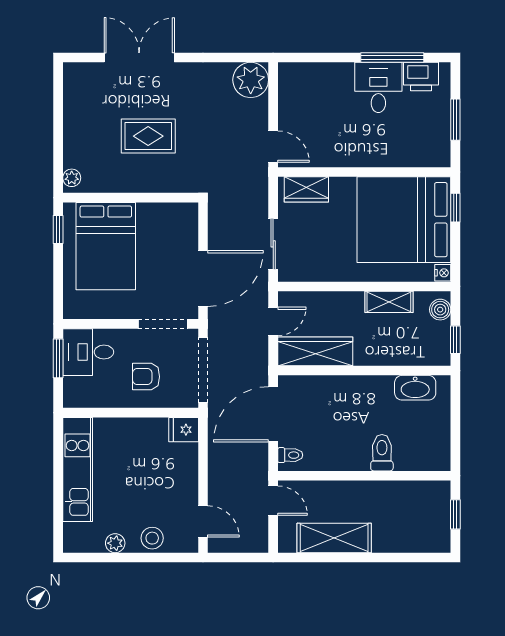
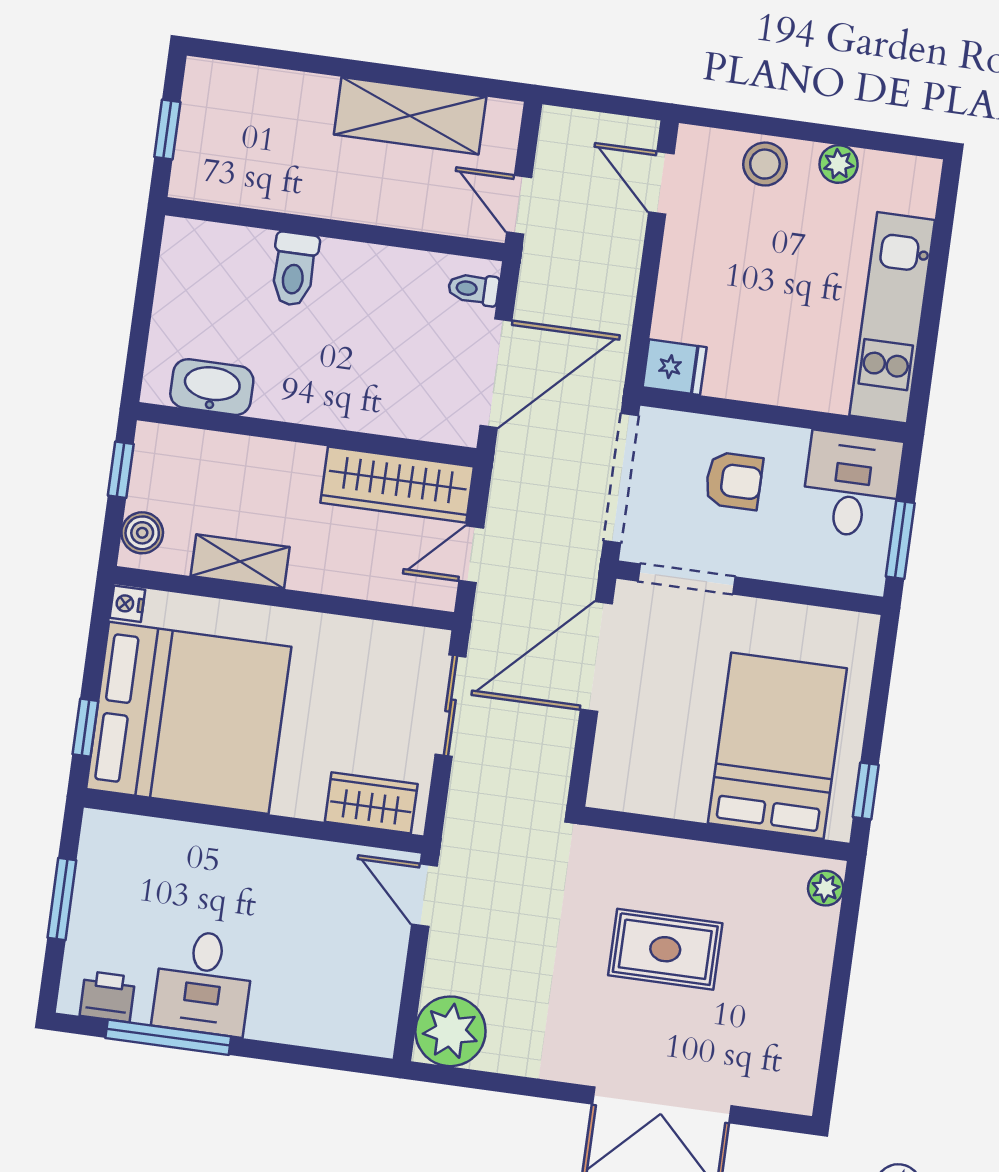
printer: (421, 77) -> (107, 997), width x0.73, depth x0.81
desk: (88, 352) -> (852, 485), moved, turned -90

